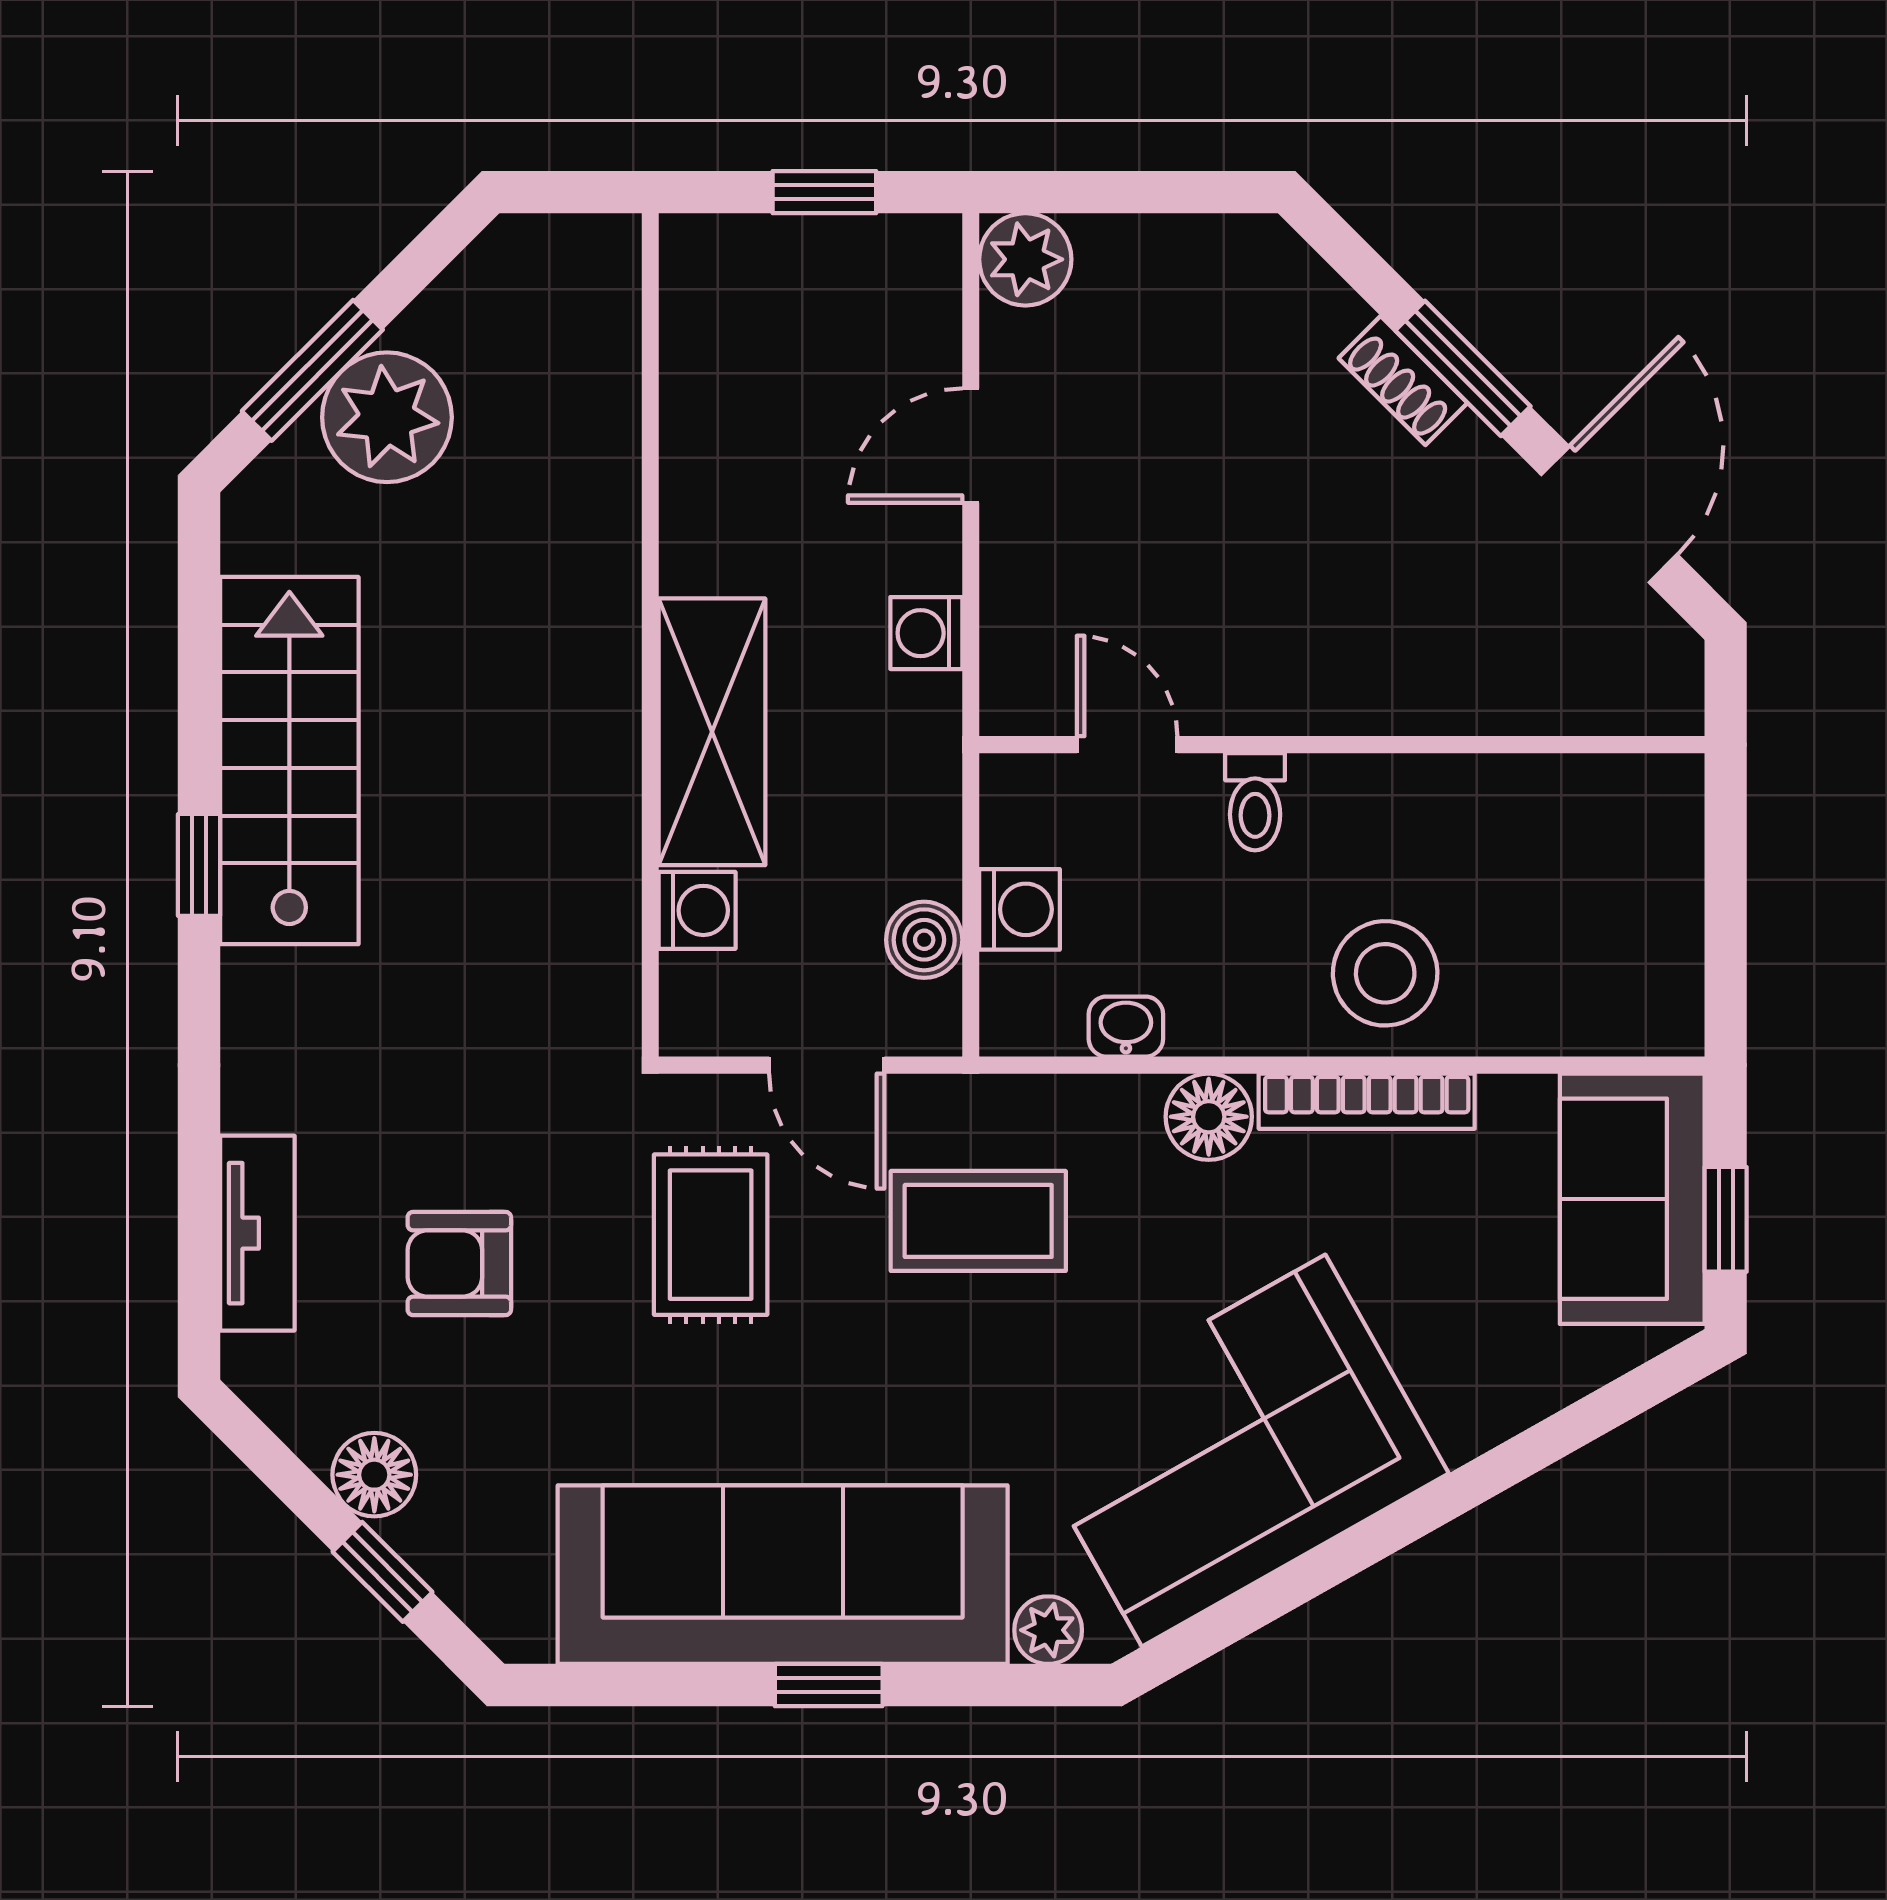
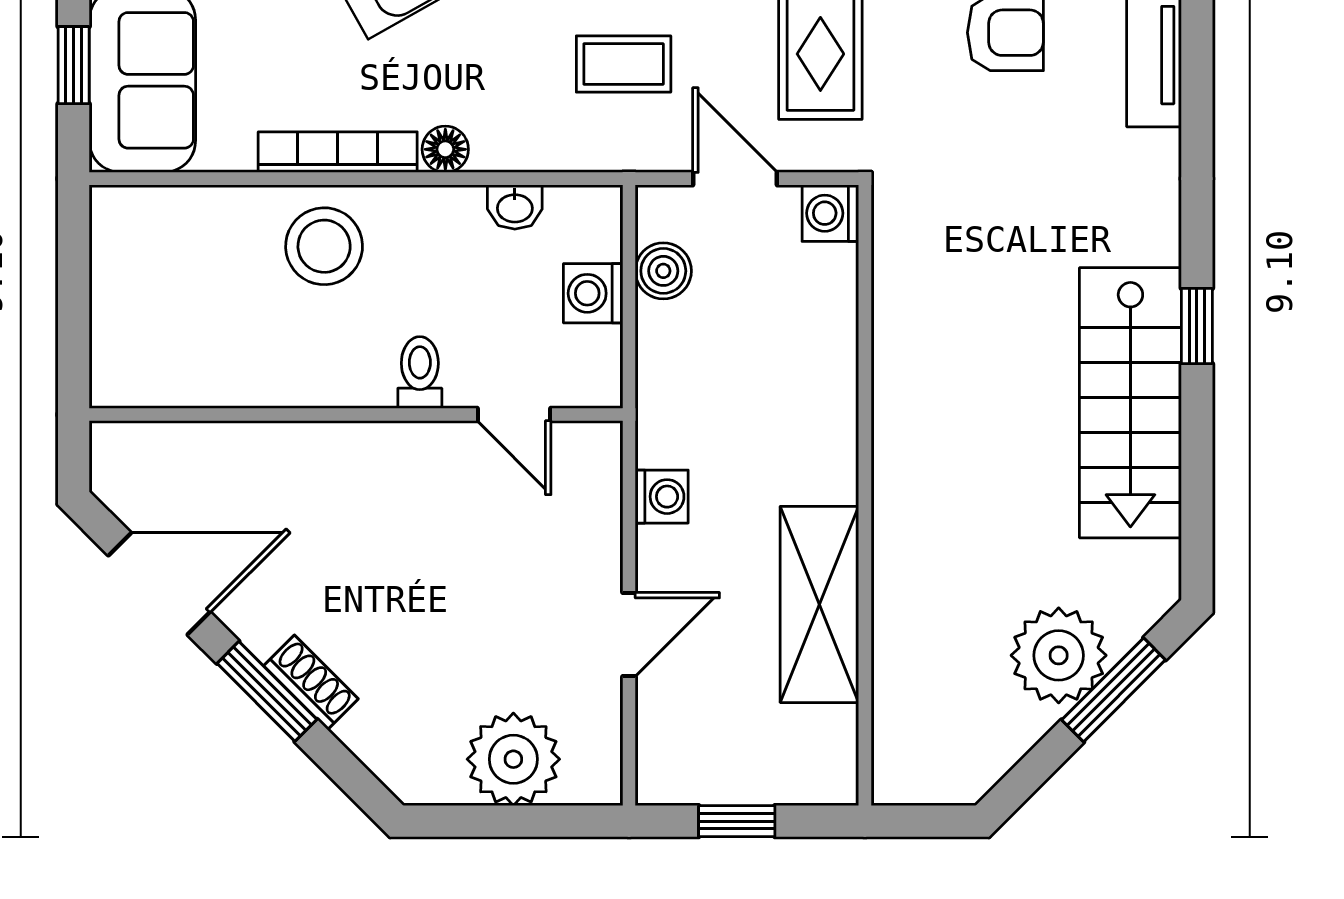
plant: (1025, 259) -> (513, 759), moved, width x1.36, depth x1.36
door: (1609, 515) -> (159, 584), swing flipped
shelving: (712, 732) -> (819, 604), moved
washing machine: (697, 910) -> (830, 213), moved
floor lamp: (1209, 1117) -> (445, 149), width x0.73, depth x0.73
coffee table: (978, 1221) -> (624, 64), width x0.73, depth x0.77

